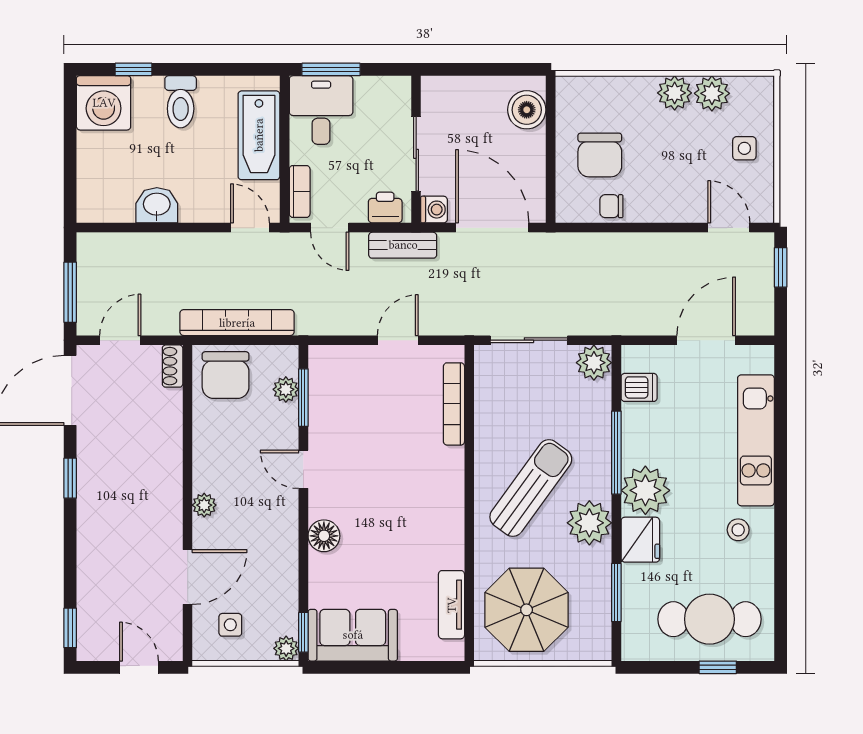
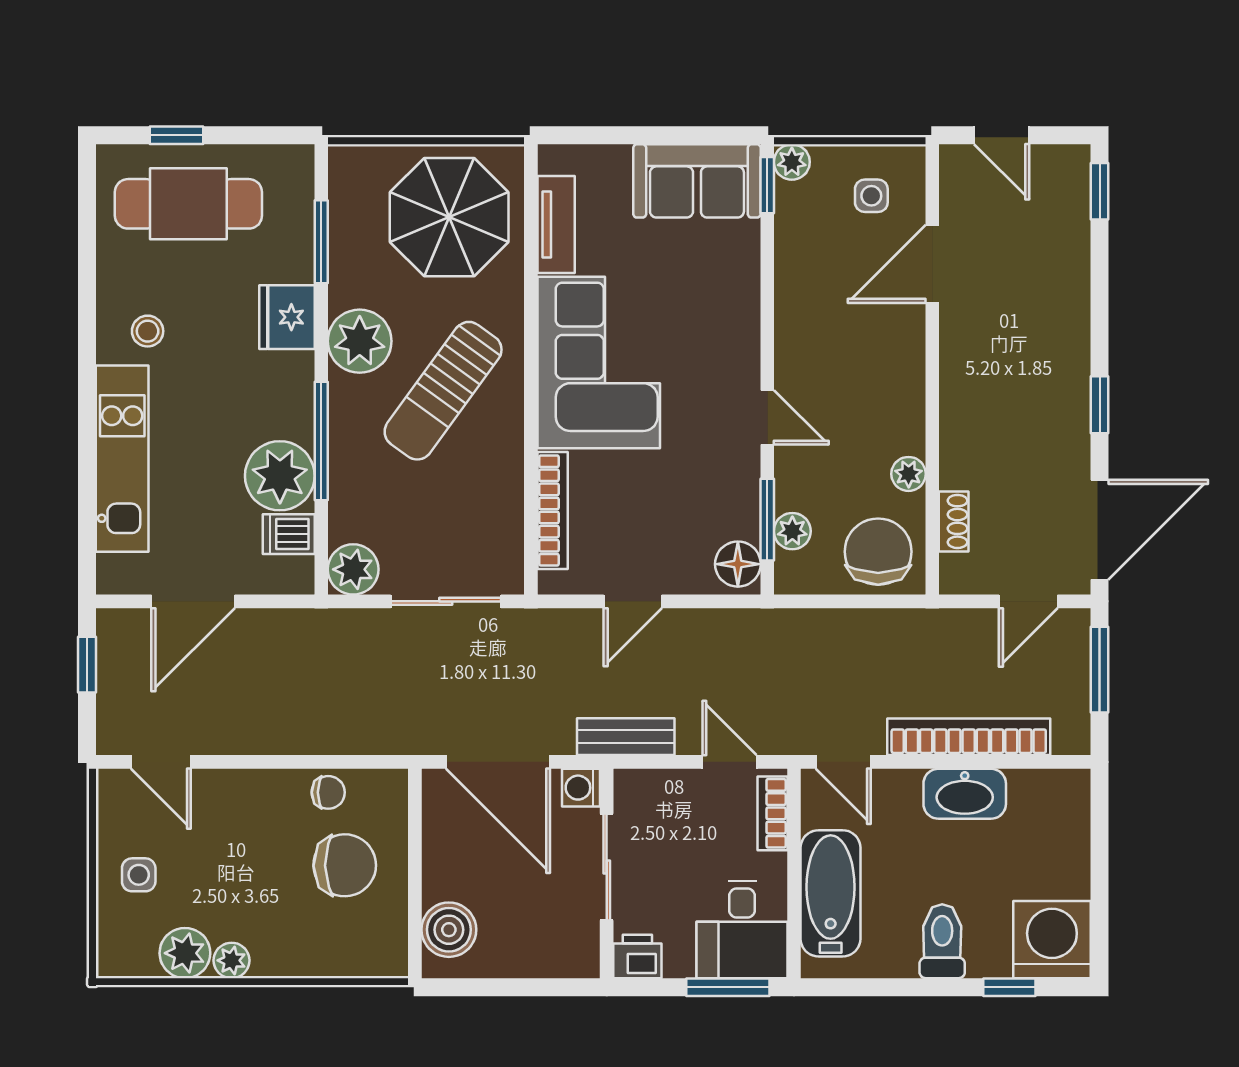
plant: (675, 93) -> (232, 960), width x0.73, depth x0.73
chair: (600, 155) -> (345, 865), turned 89
washbasin: (157, 205) -> (965, 794), width x1.38
printer: (385, 208) -> (637, 956), moved, turned 180
window: (781, 267) -> (87, 665), moved
bookcase: (237, 323) -> (969, 737), moved, turned 180
shoe rack: (173, 366) -> (954, 521), moved
plant: (645, 490) -> (280, 476), moved
plant: (204, 505) -> (909, 474), moved
corner sofa: (422, 508) -> (599, 362), added
floor lamp: (324, 536) -> (738, 564), moved

